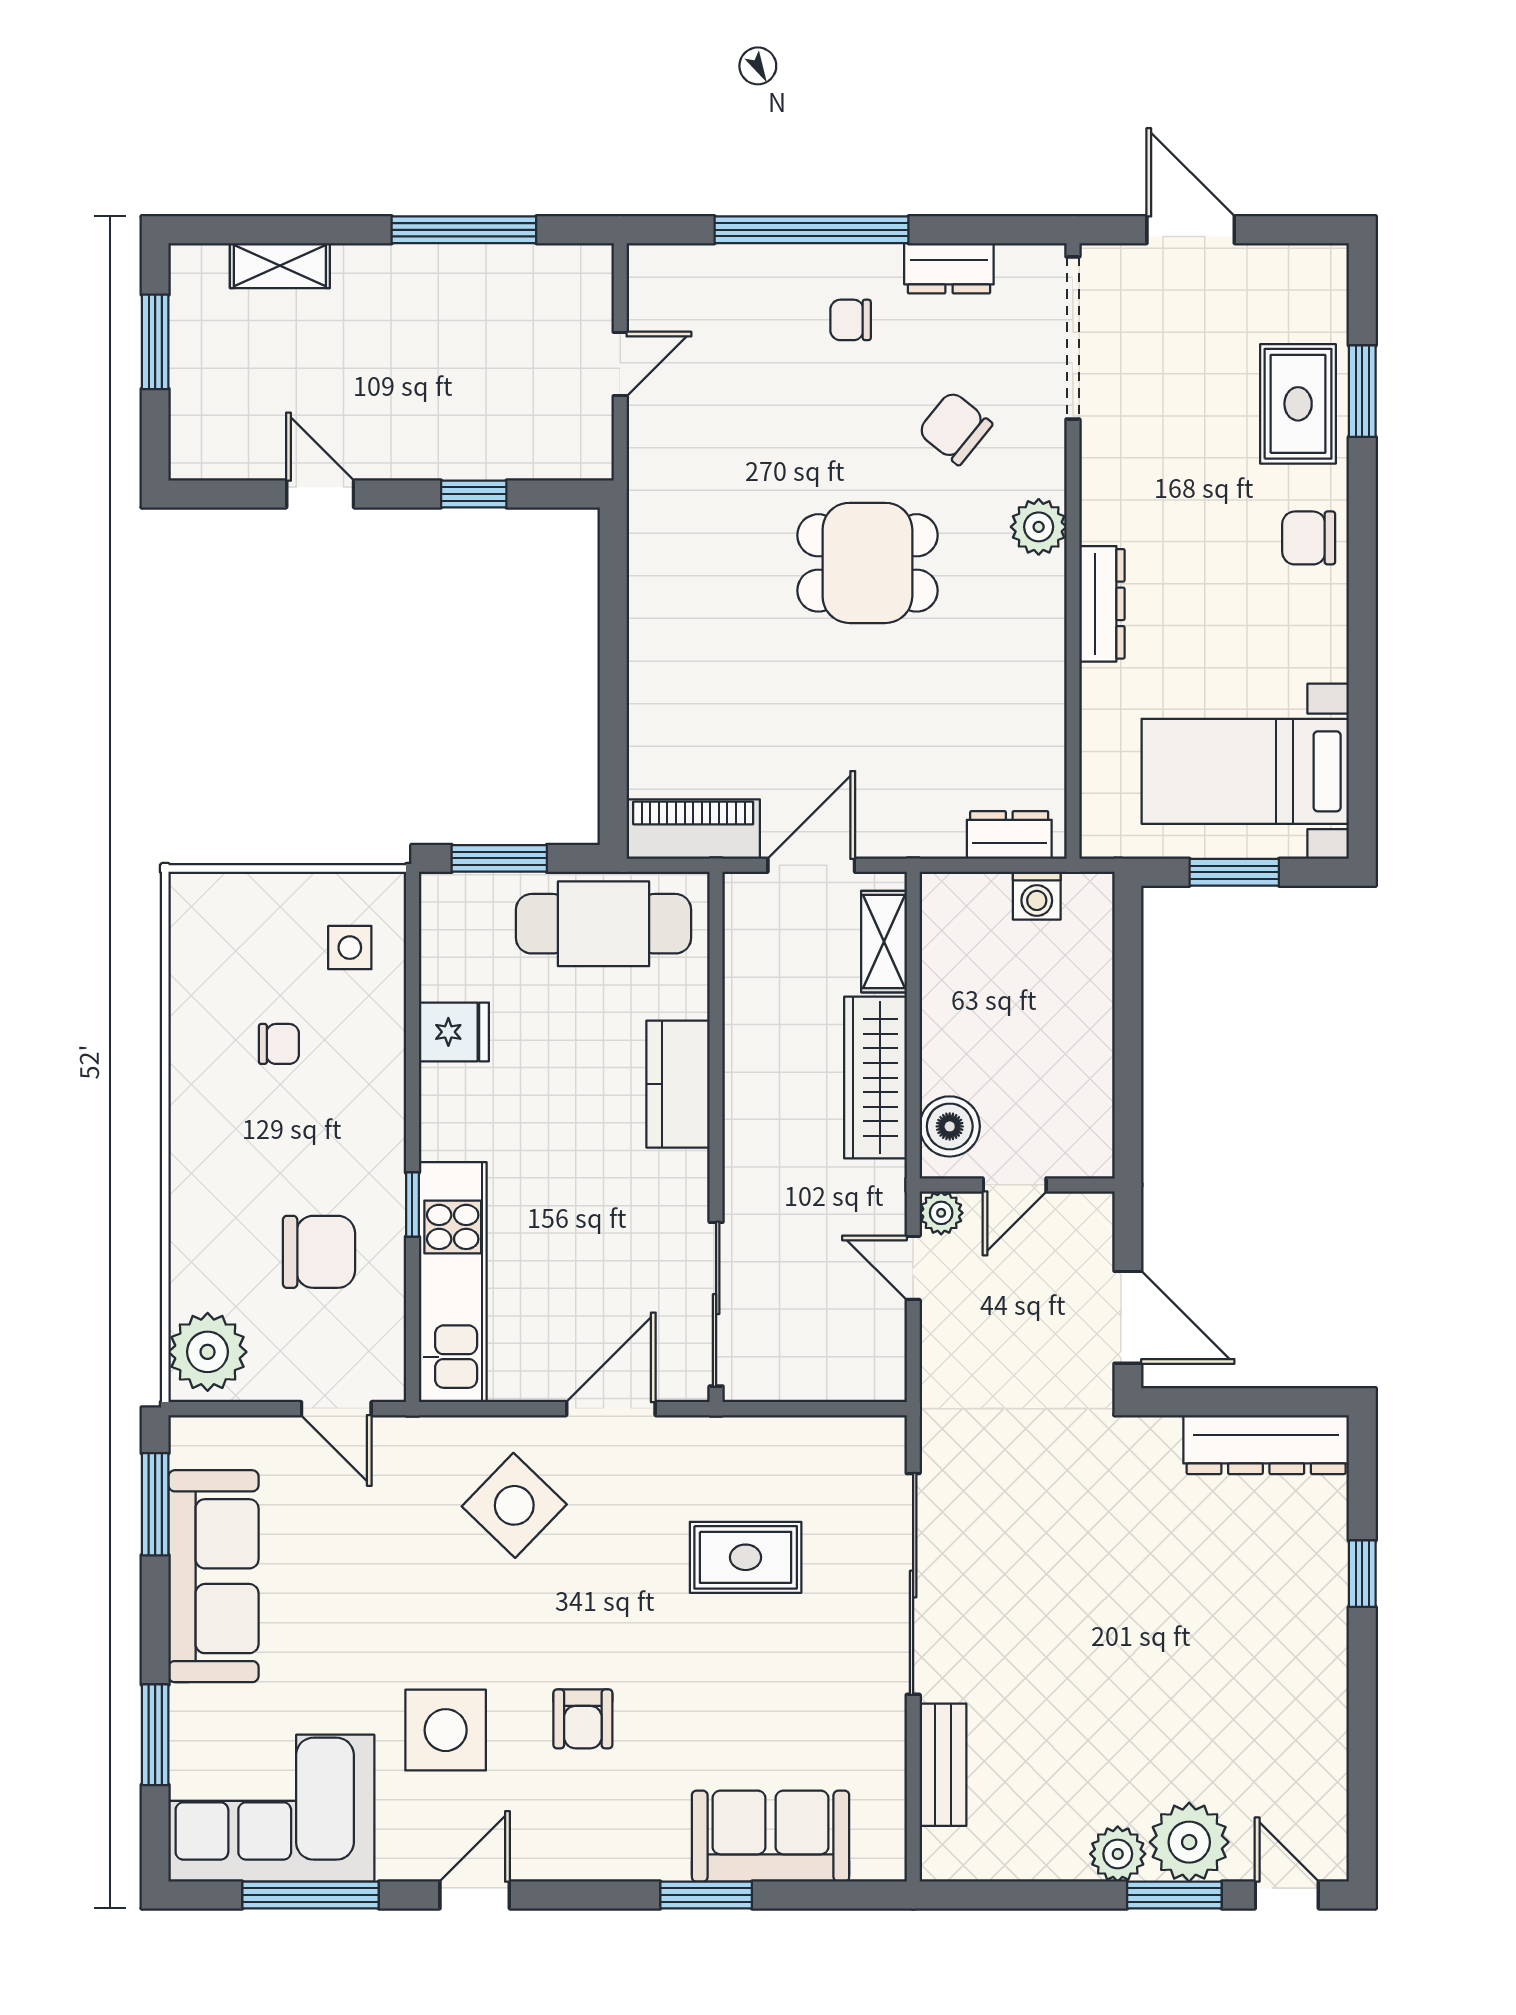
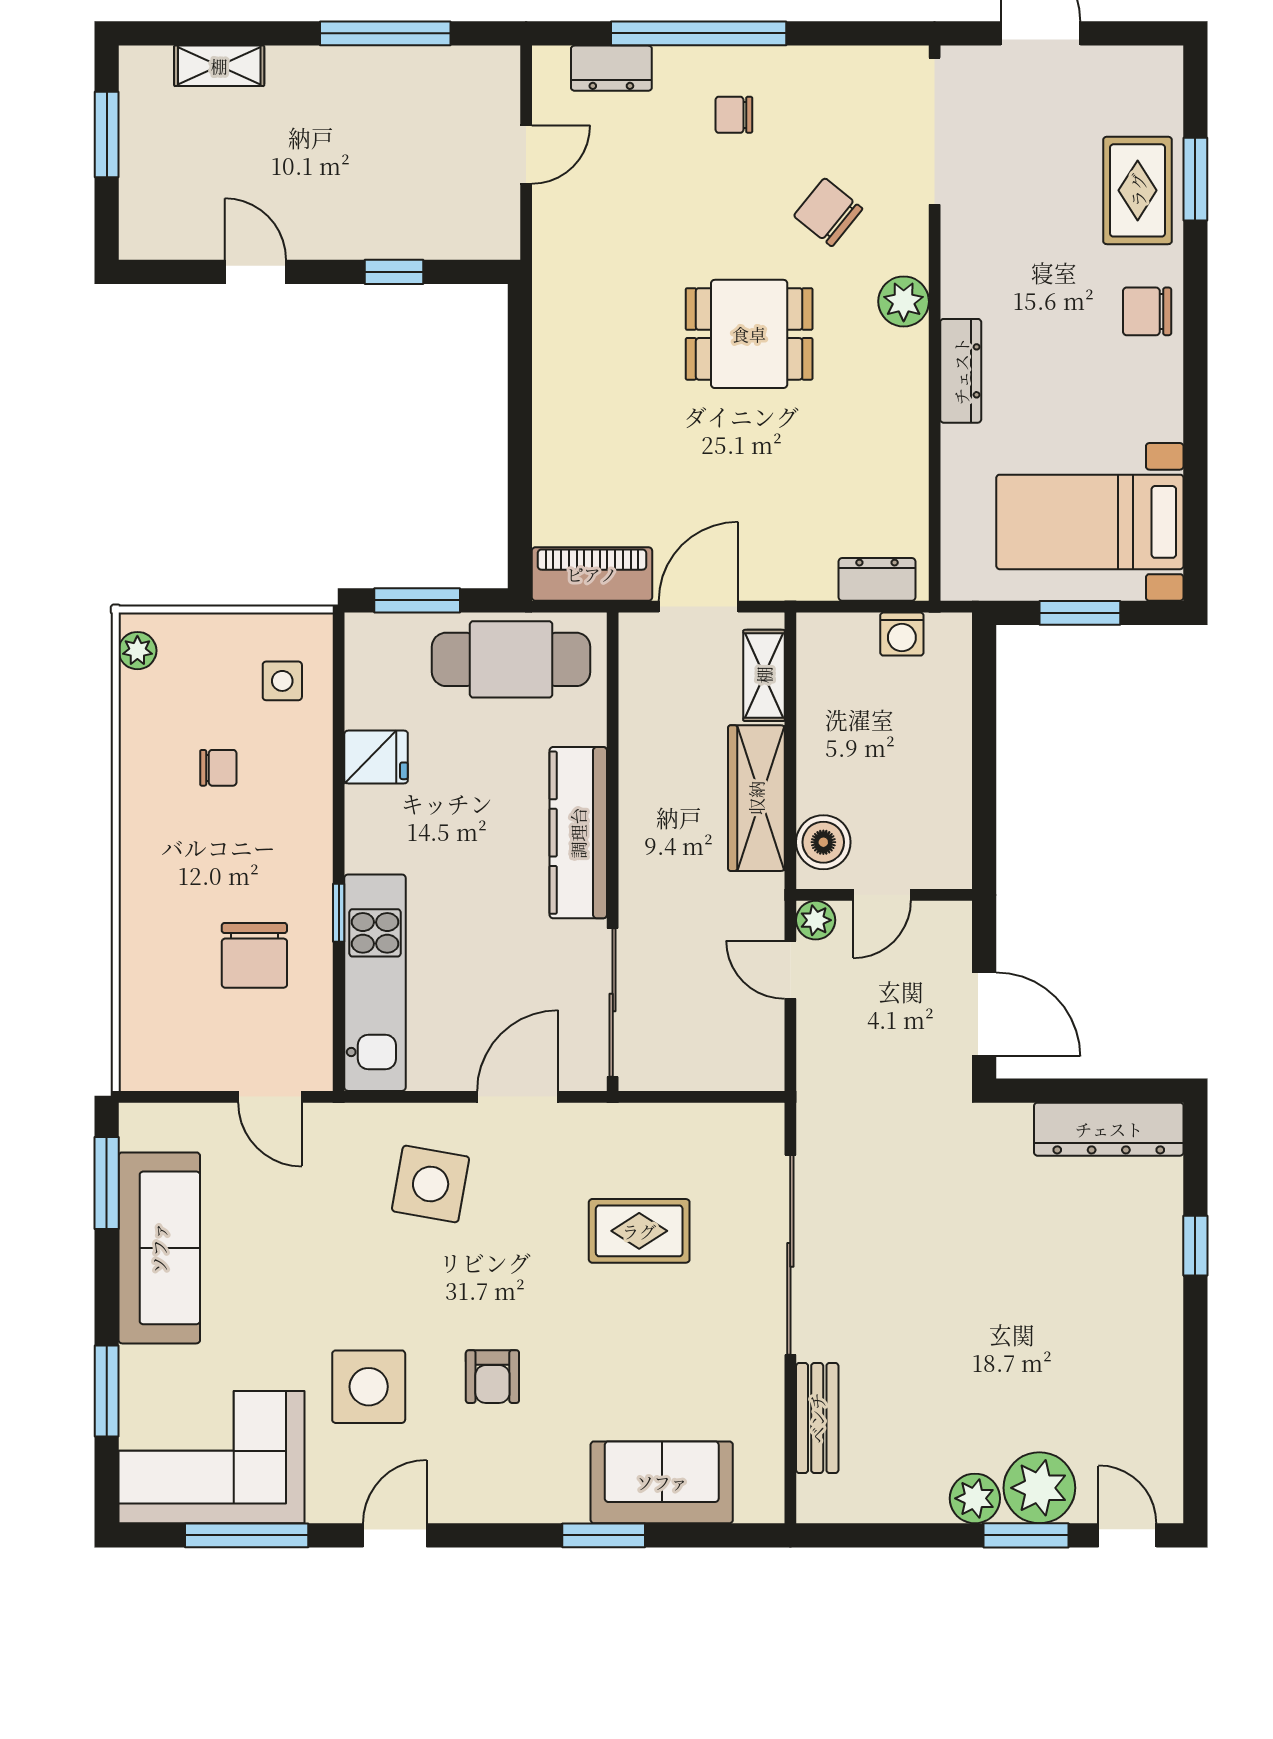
dresser: (949, 268) -> (611, 68), moved
kitchen counter: (678, 1084) -> (578, 833), width x1.50
chair: (319, 1252) -> (254, 955), turned 90
plant: (208, 1352) -> (137, 651), moved, width x0.53, depth x0.53
side table: (514, 1505) -> (431, 1184), turned -34

